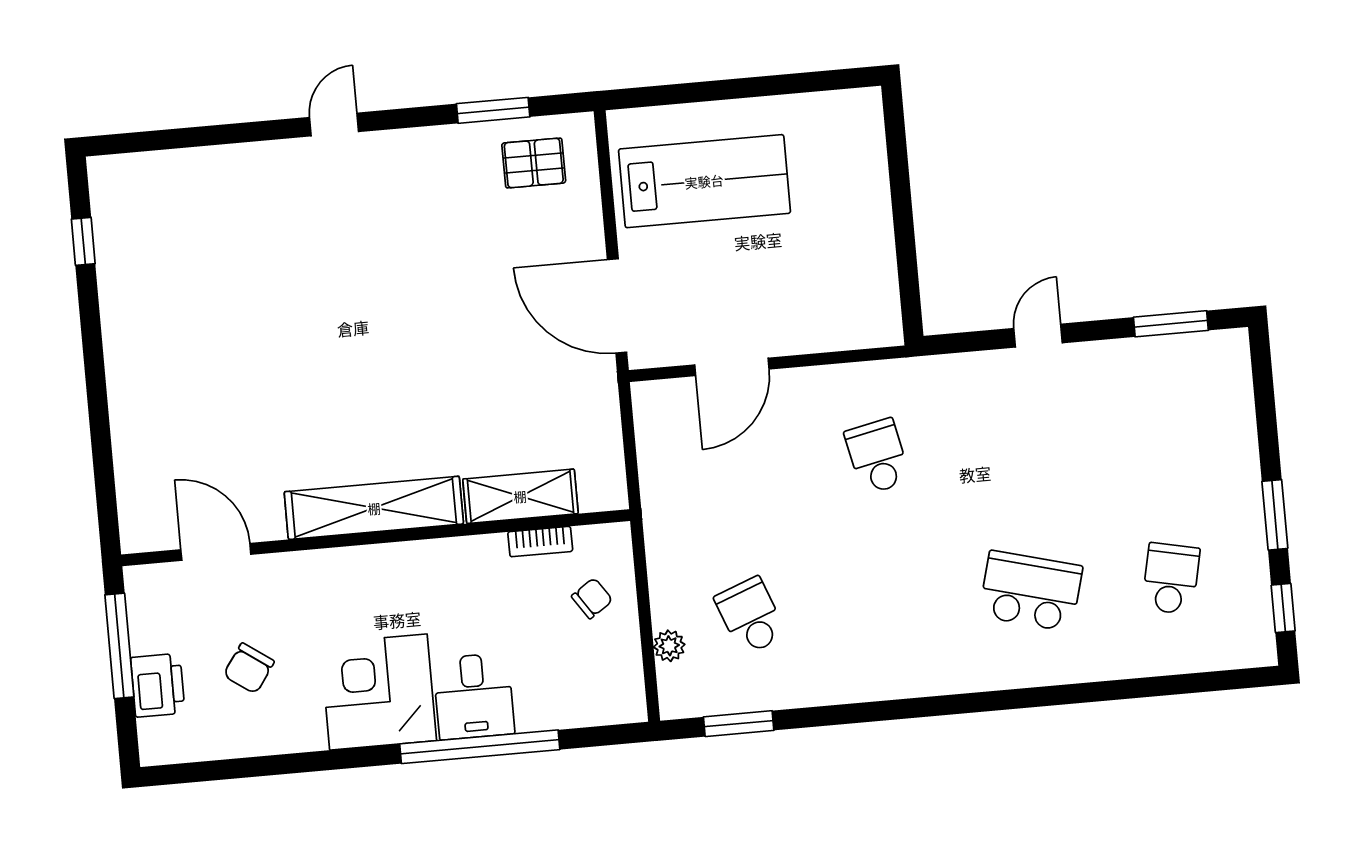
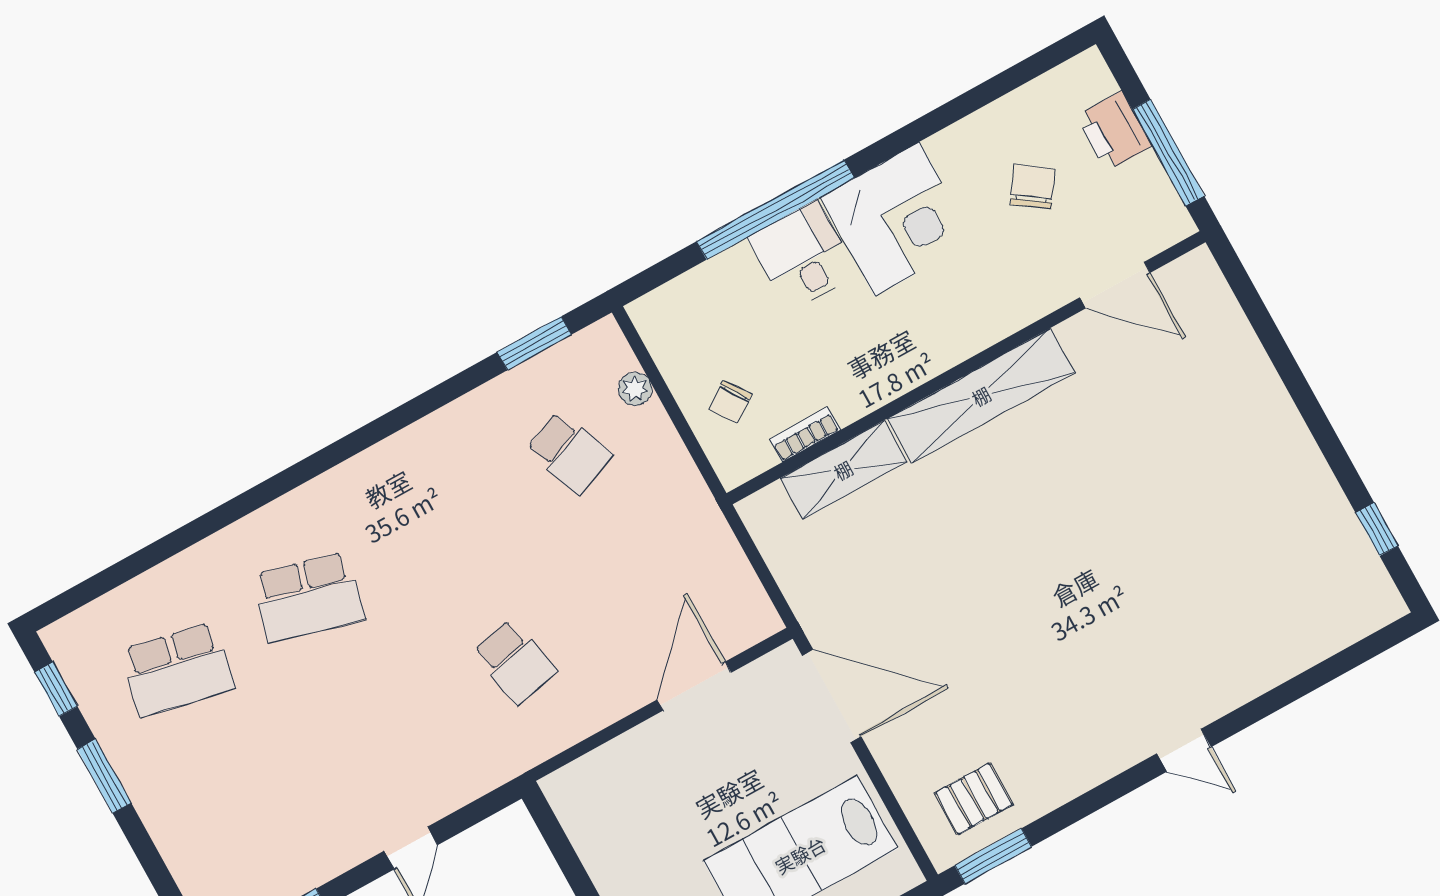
window: (493, 110) -> (993, 856), moved
door: (334, 125) -> (1184, 750), hinge flipped
school desk: (1171, 579) -> (178, 670), width x1.85

